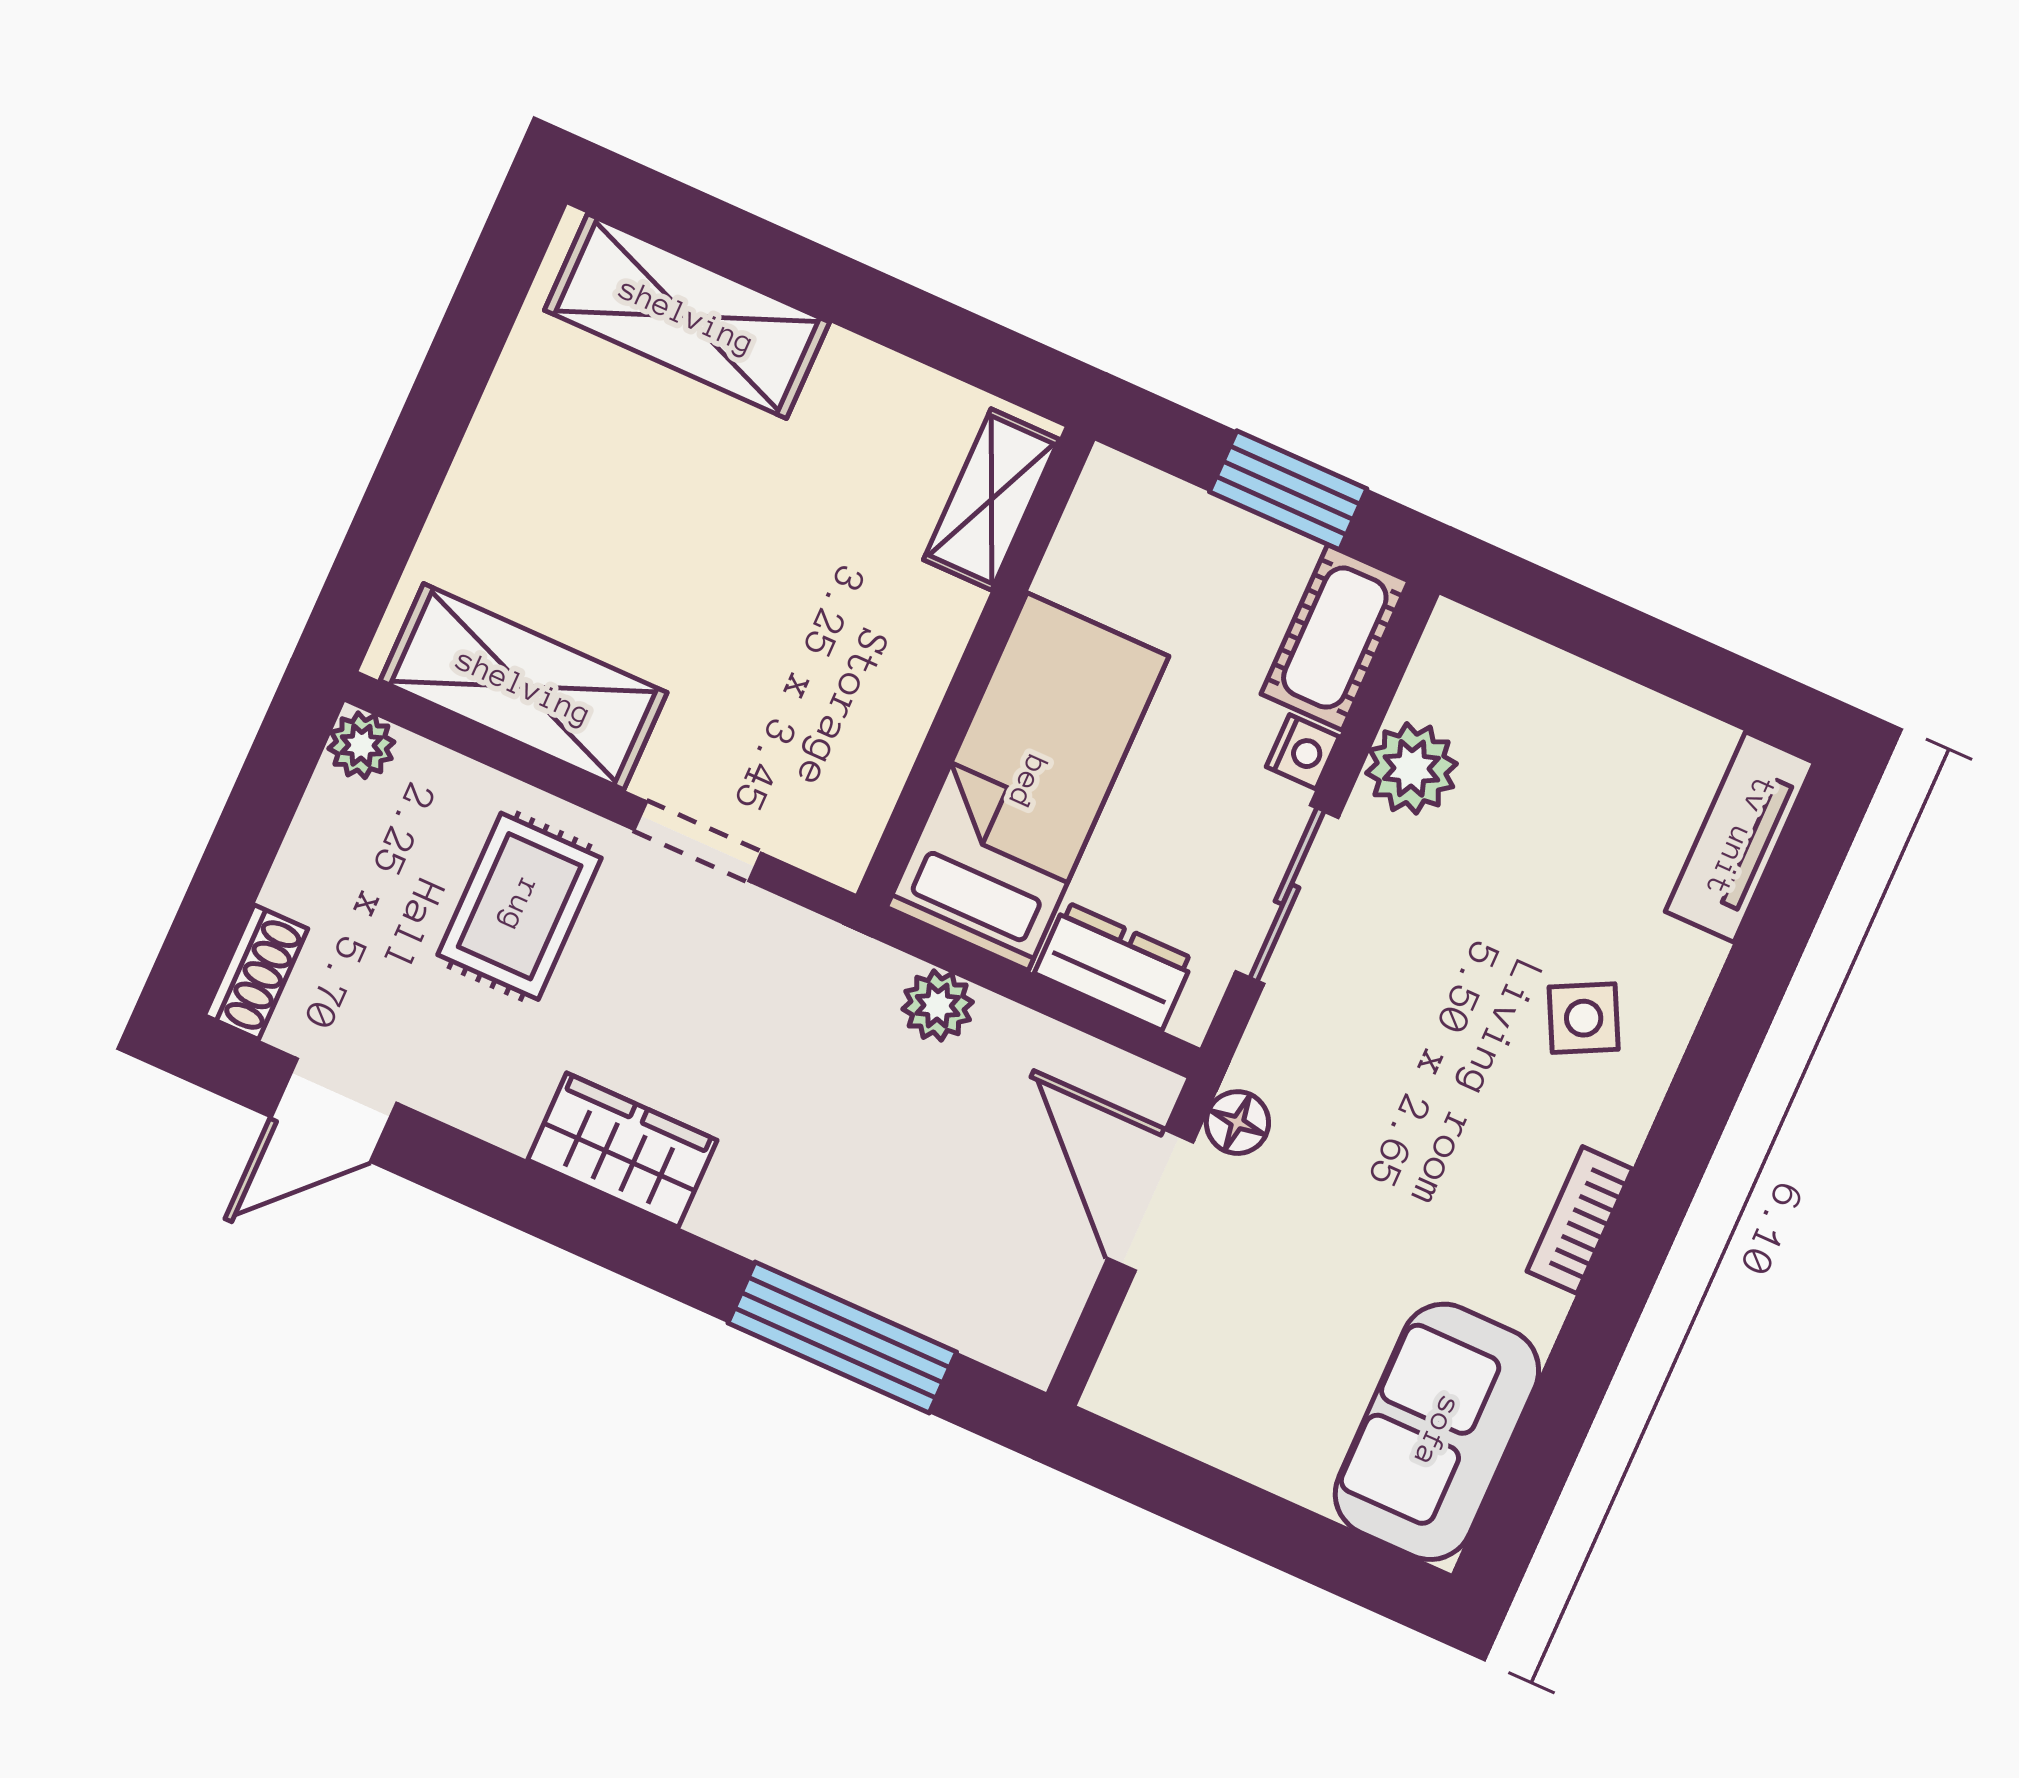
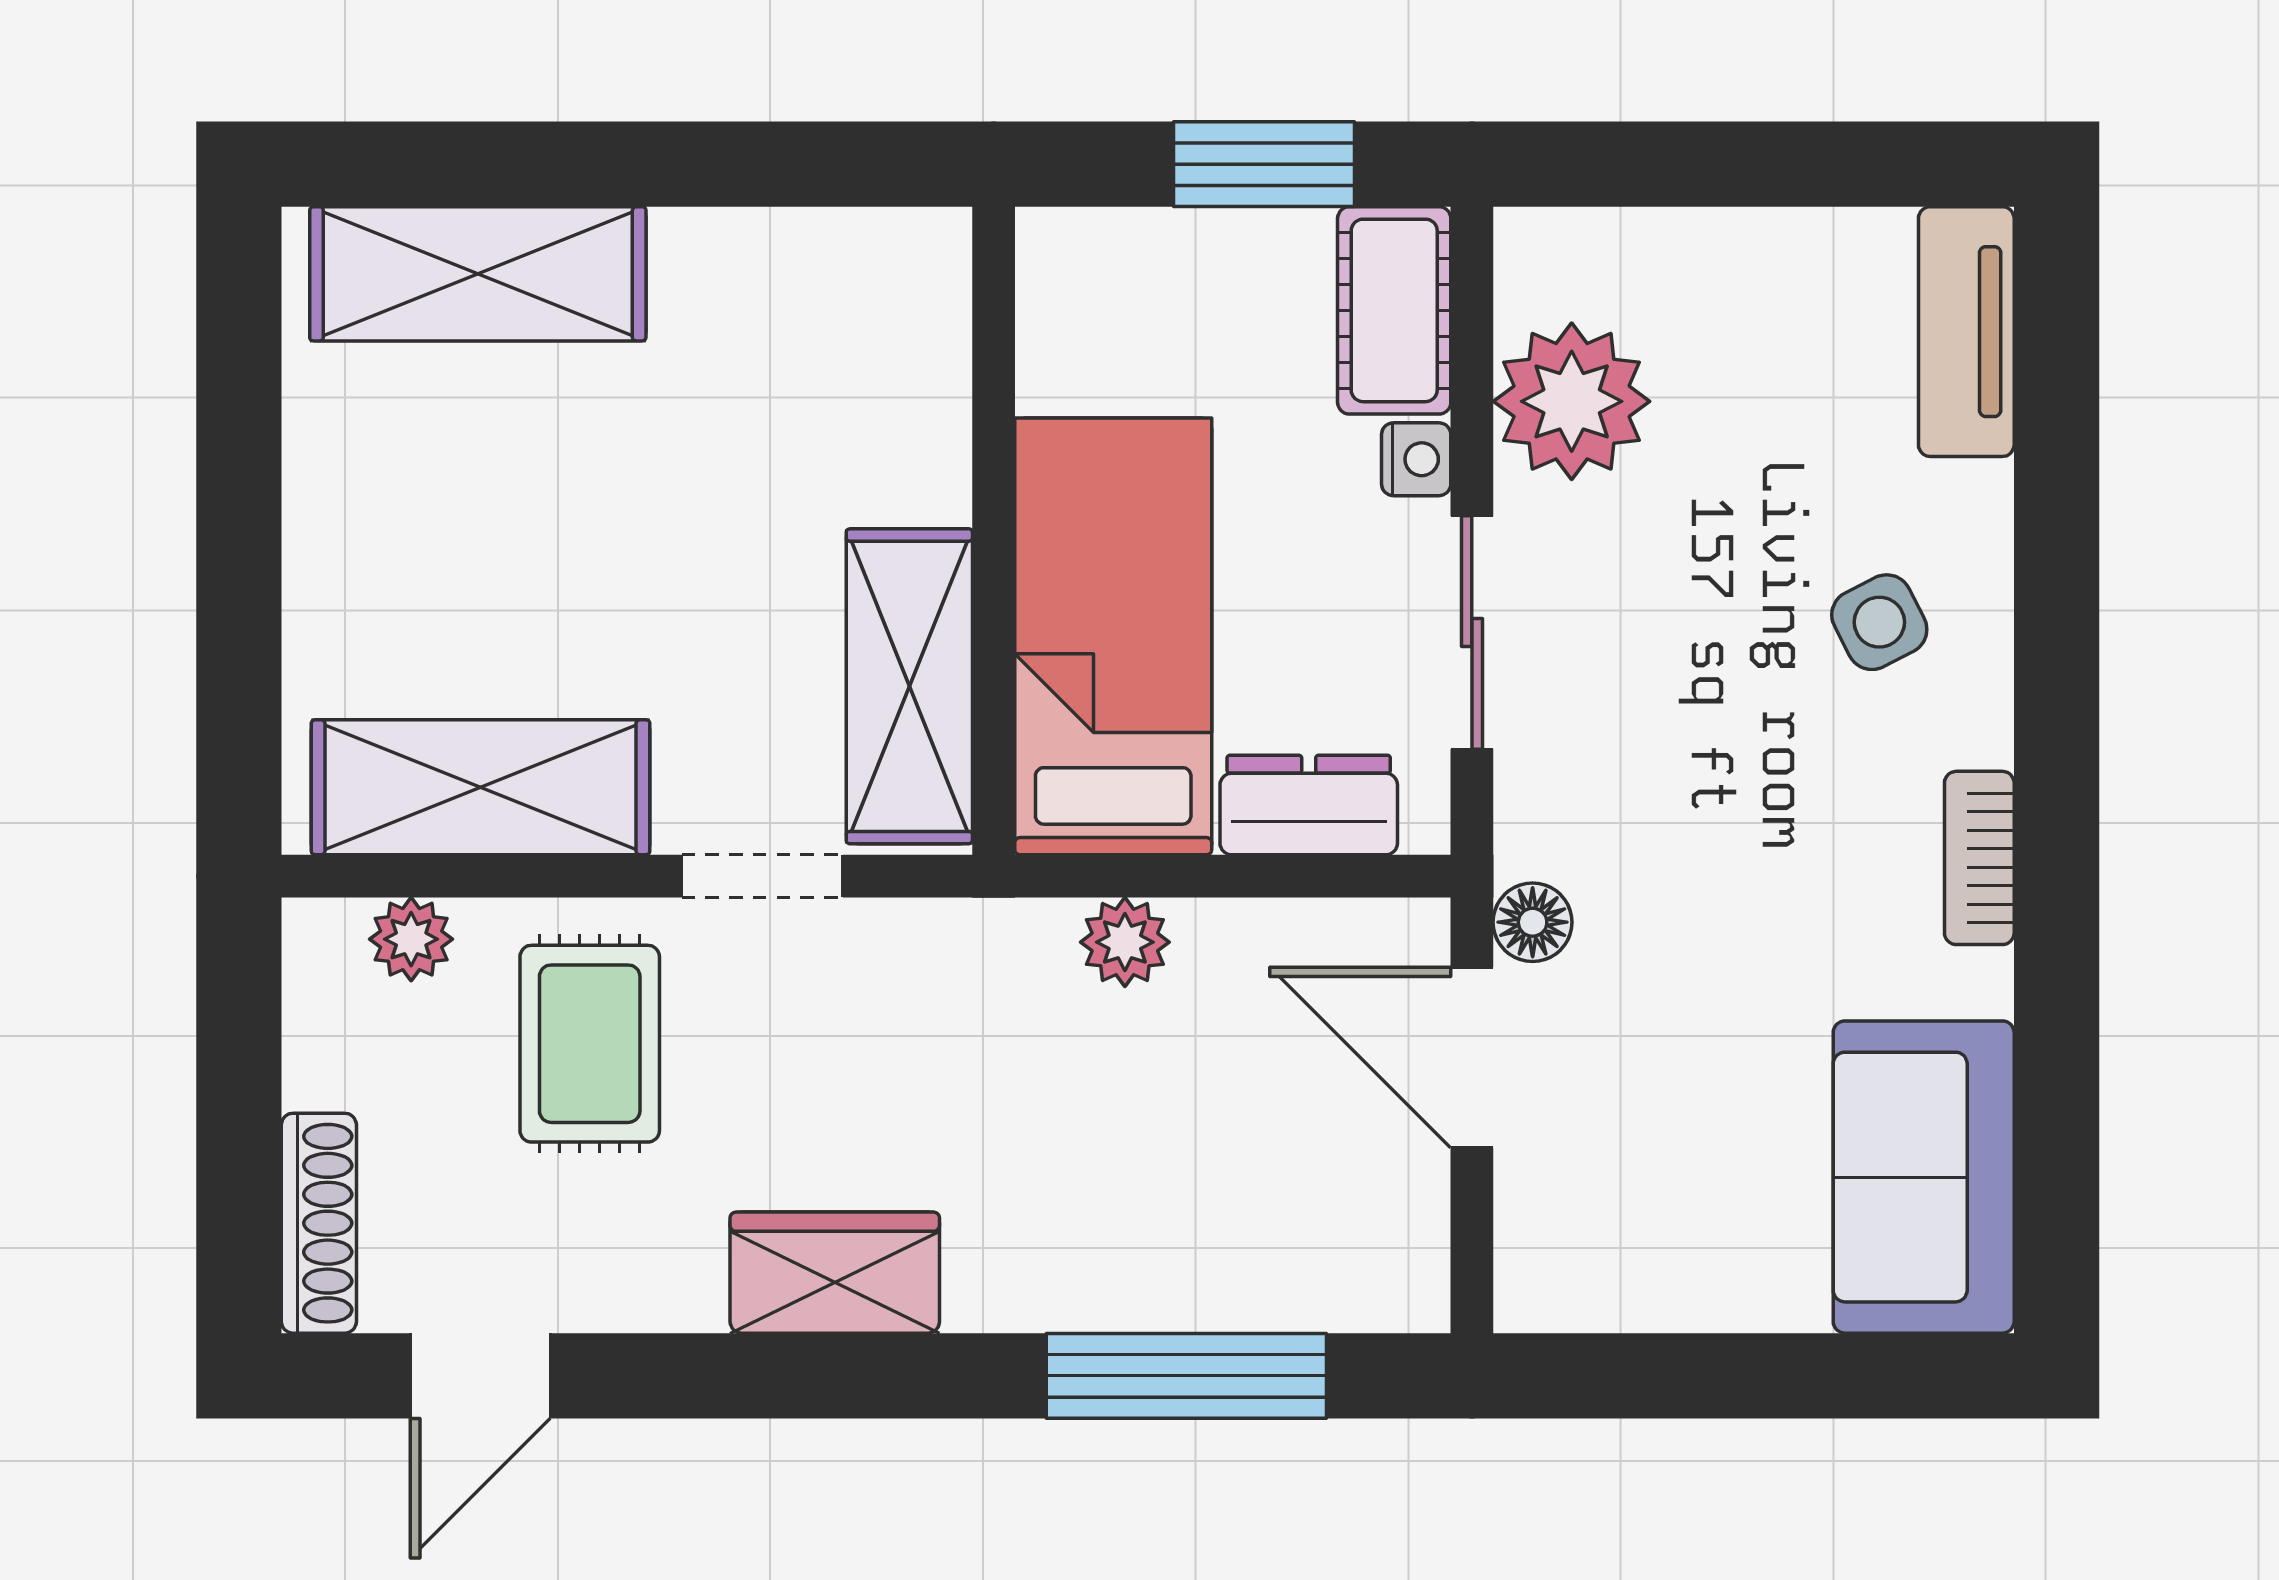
shelving: (991, 500) -> (909, 686), moved, width x1.50, depth x1.33
plant: (361, 745) -> (411, 939), moved
plant: (1411, 768) -> (1572, 401), width x1.36, depth x1.36
shoe rack: (256, 972) -> (319, 1223), width x1.43

